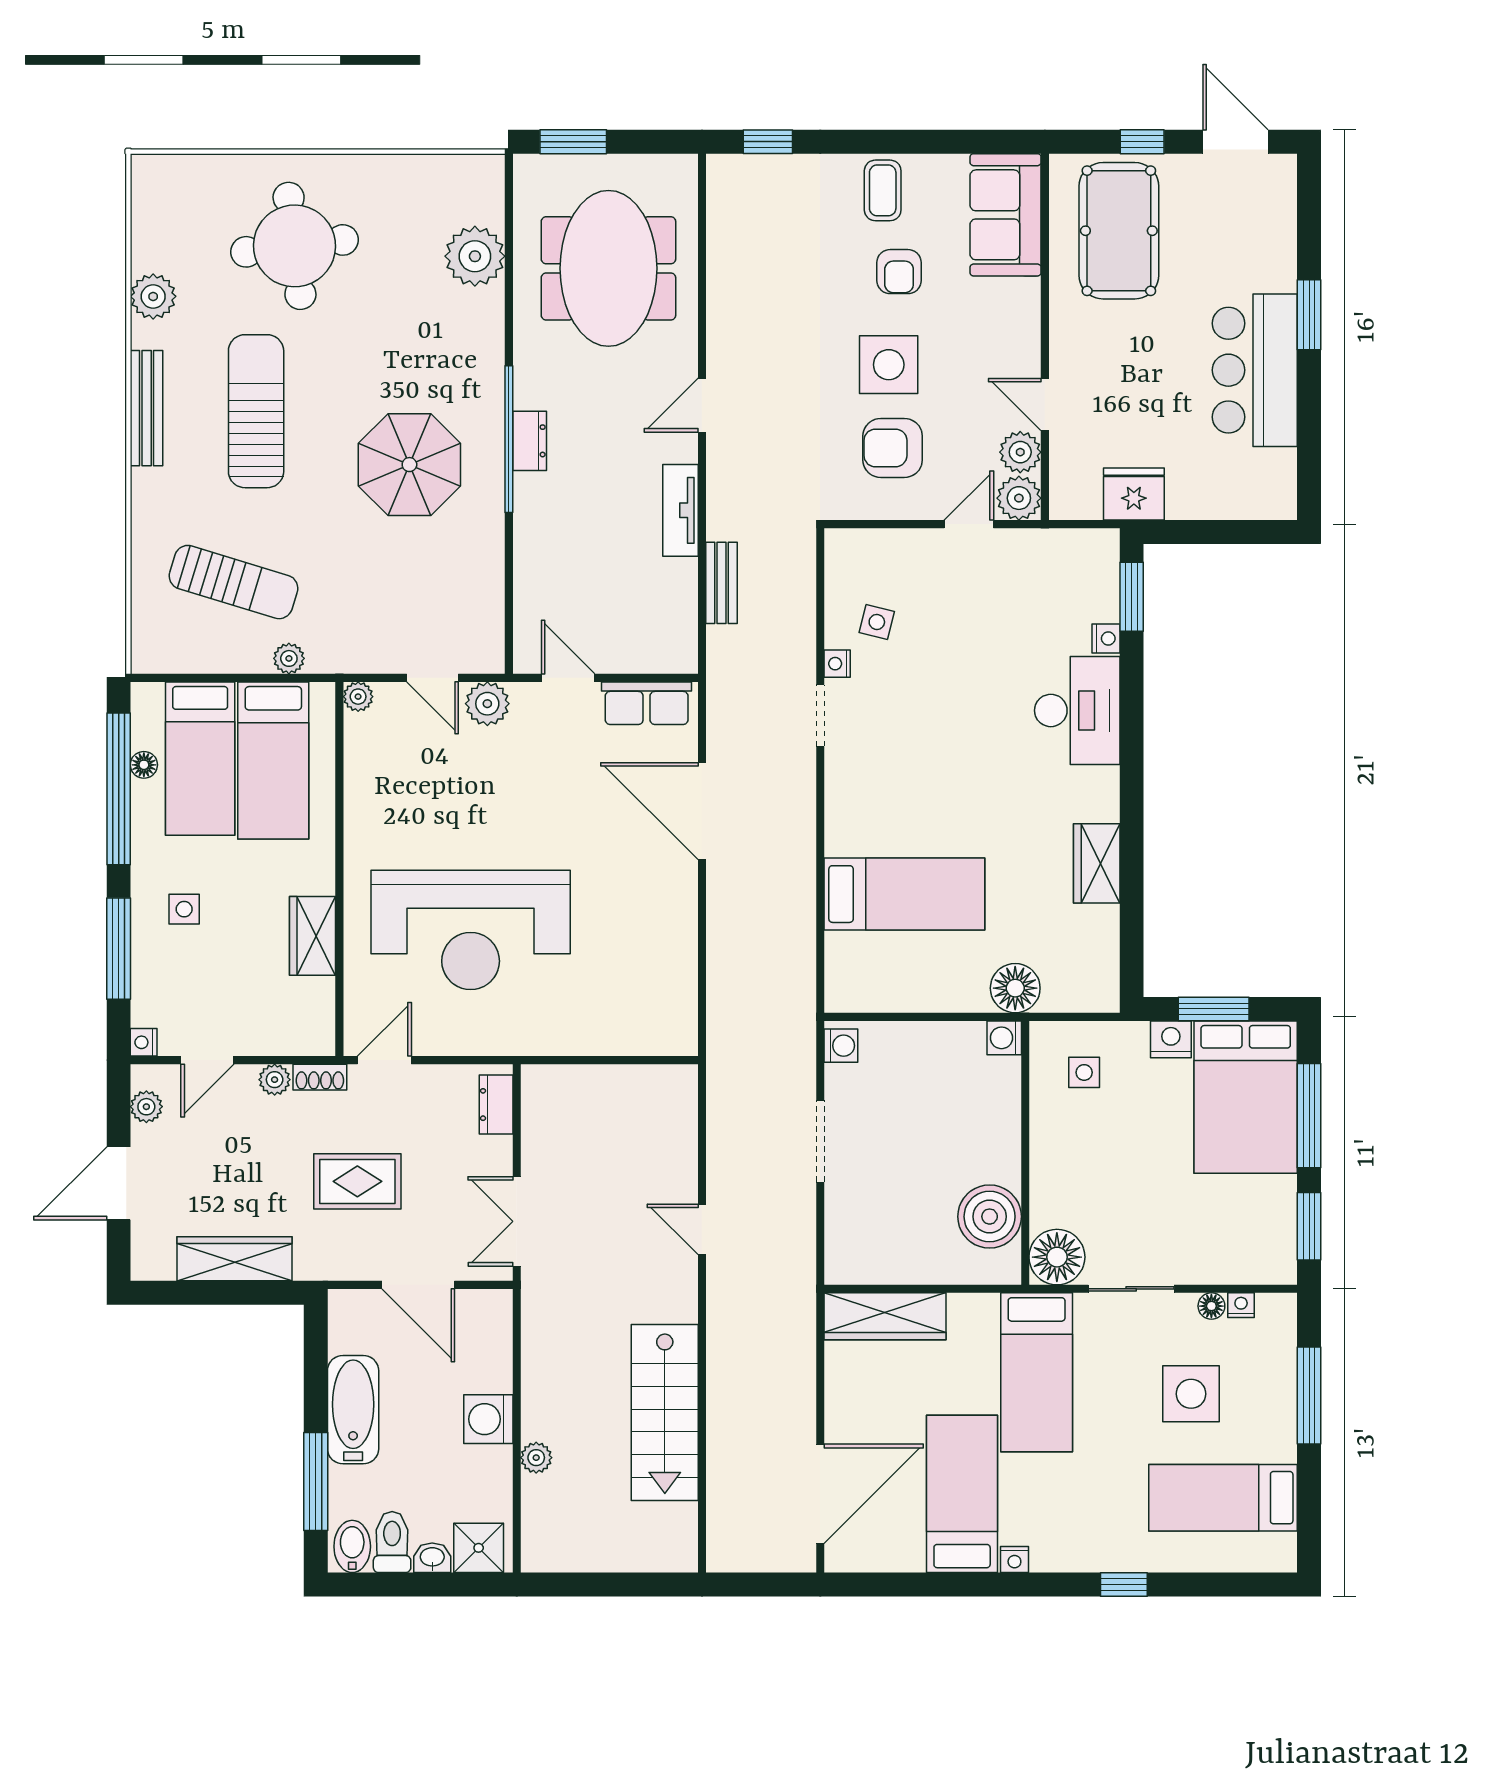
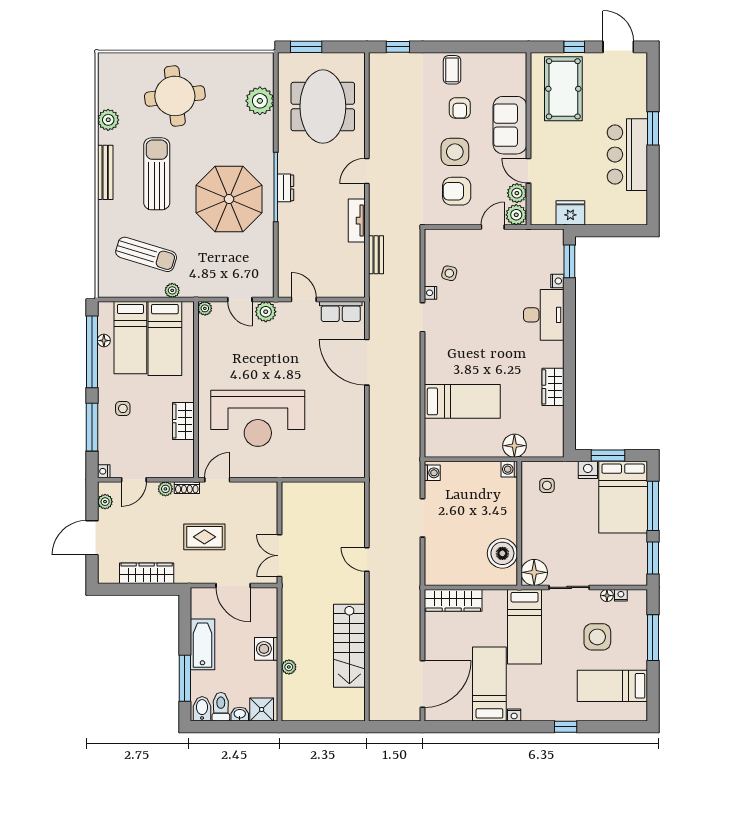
sofa: (1006, 215) -> (510, 125), moved
parasol: (409, 465) -> (229, 199), width x1.36, depth x1.36
dresser: (496, 1105) -> (270, 501), removed

